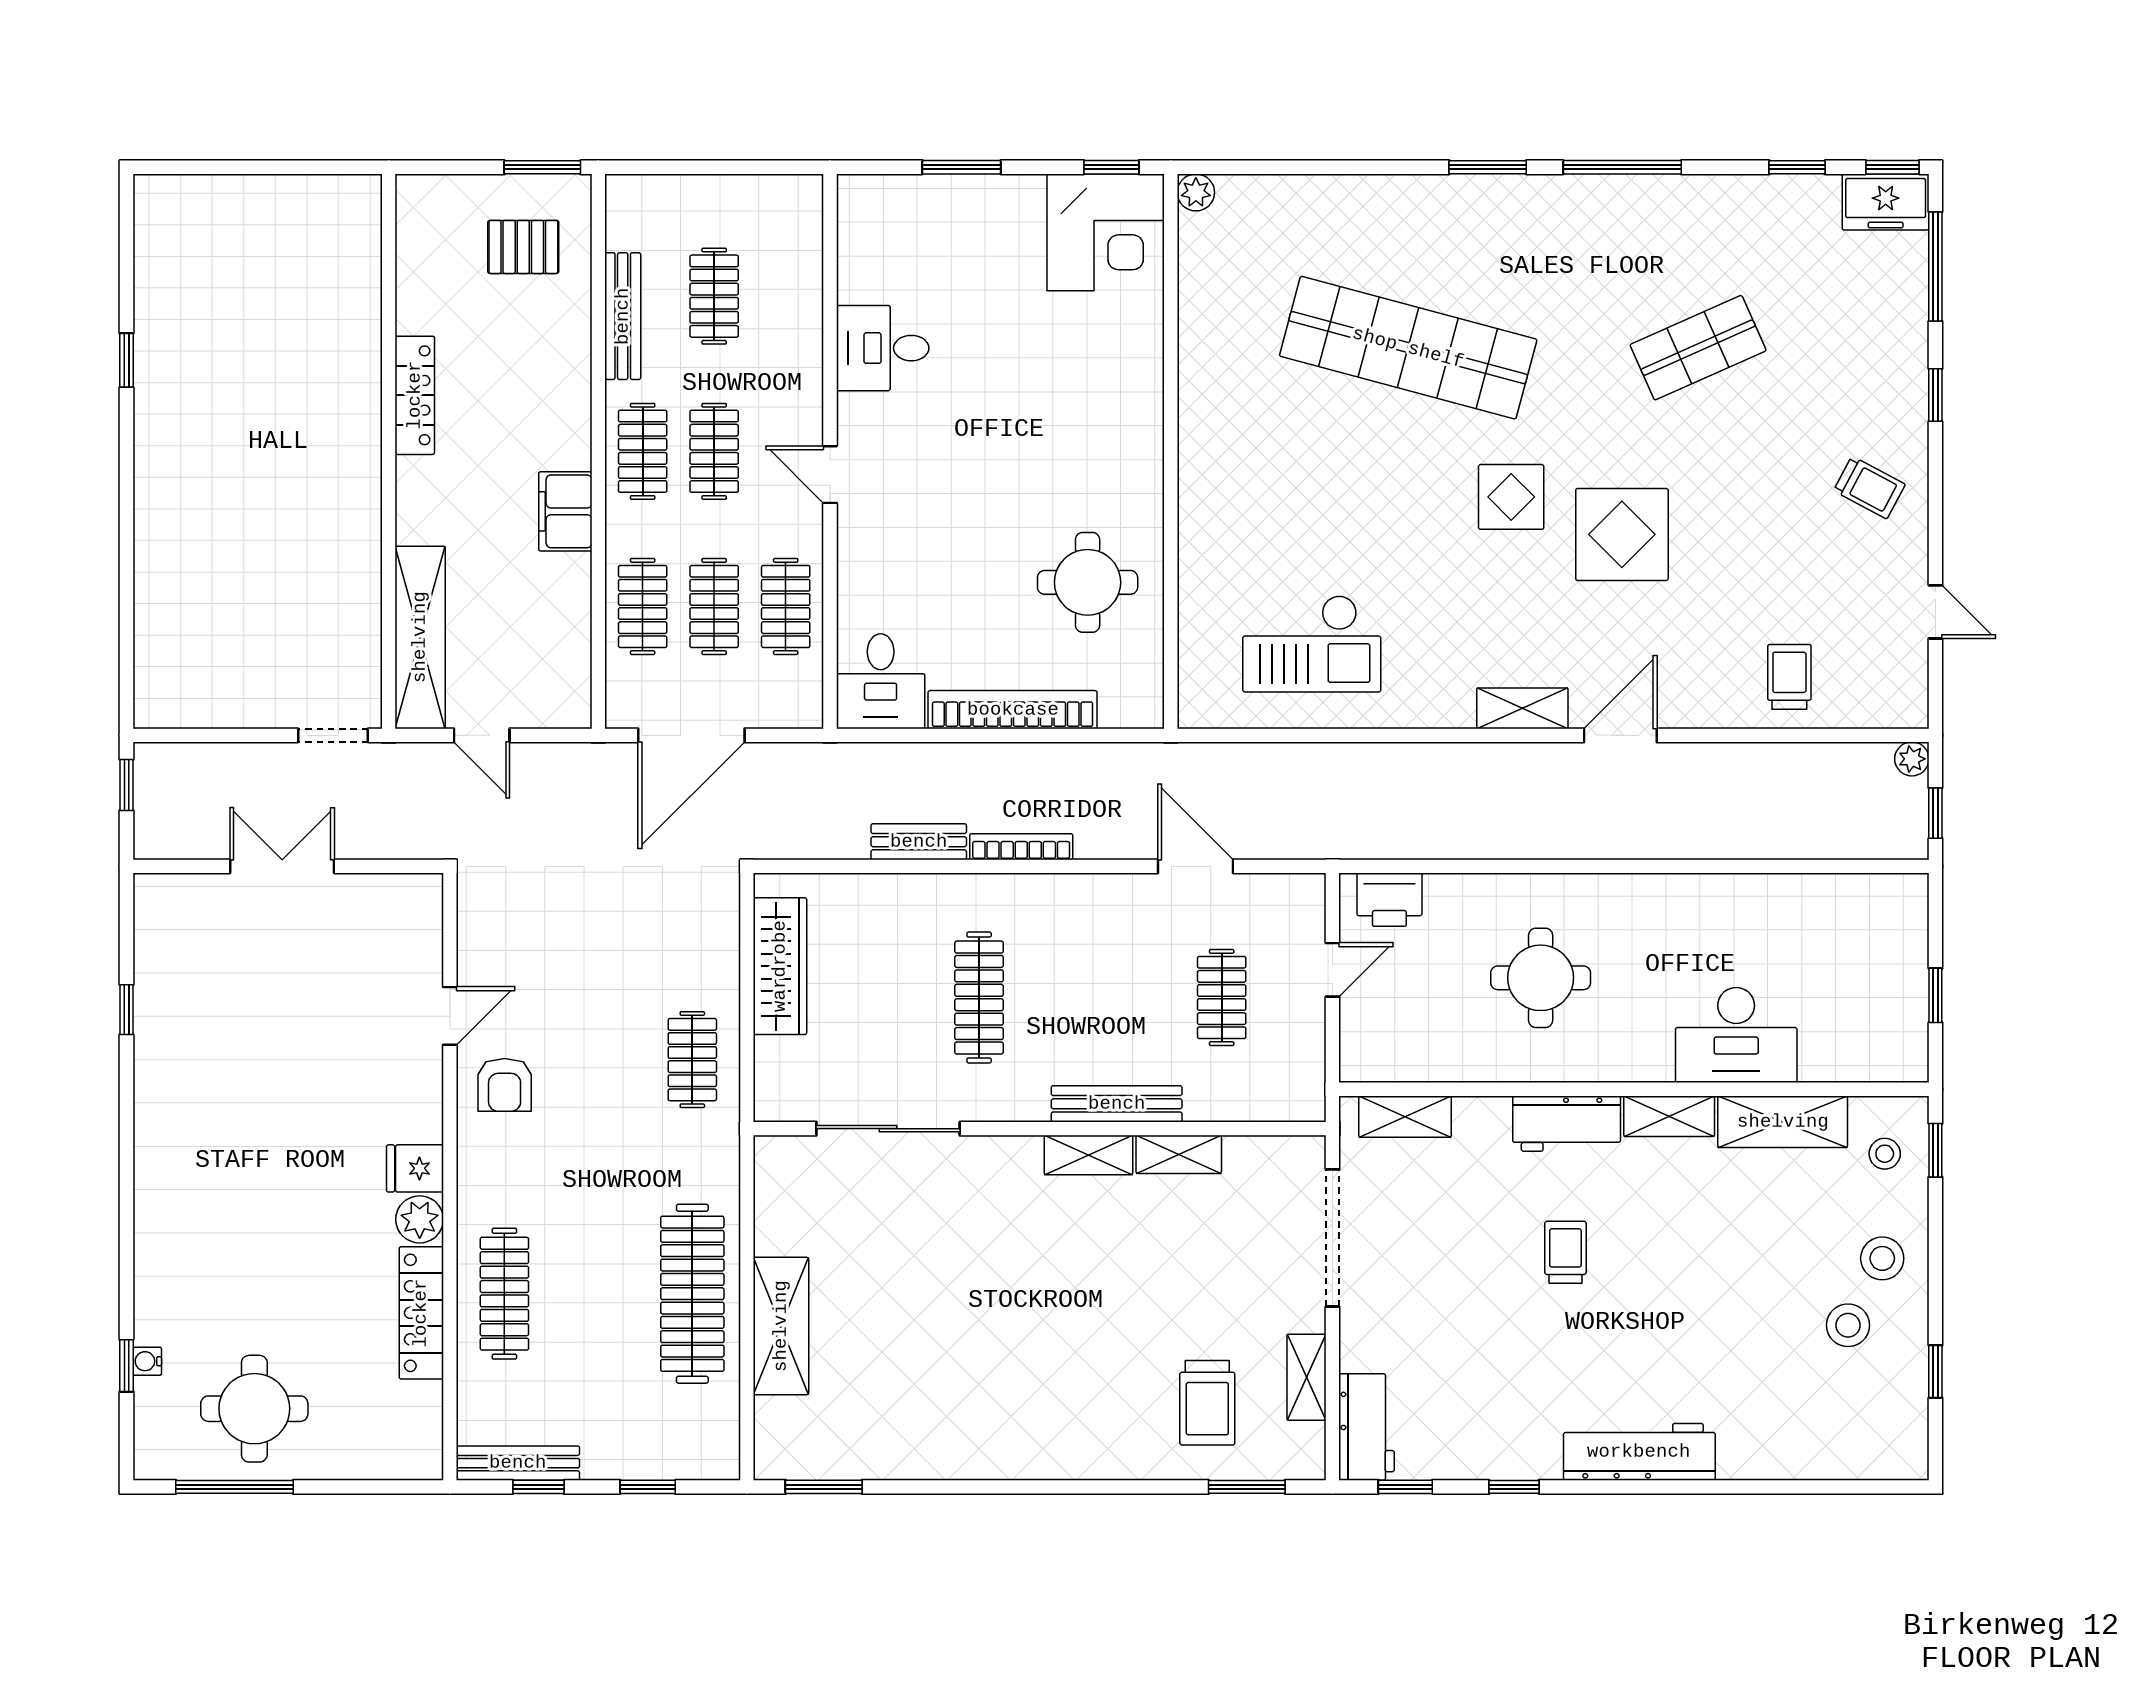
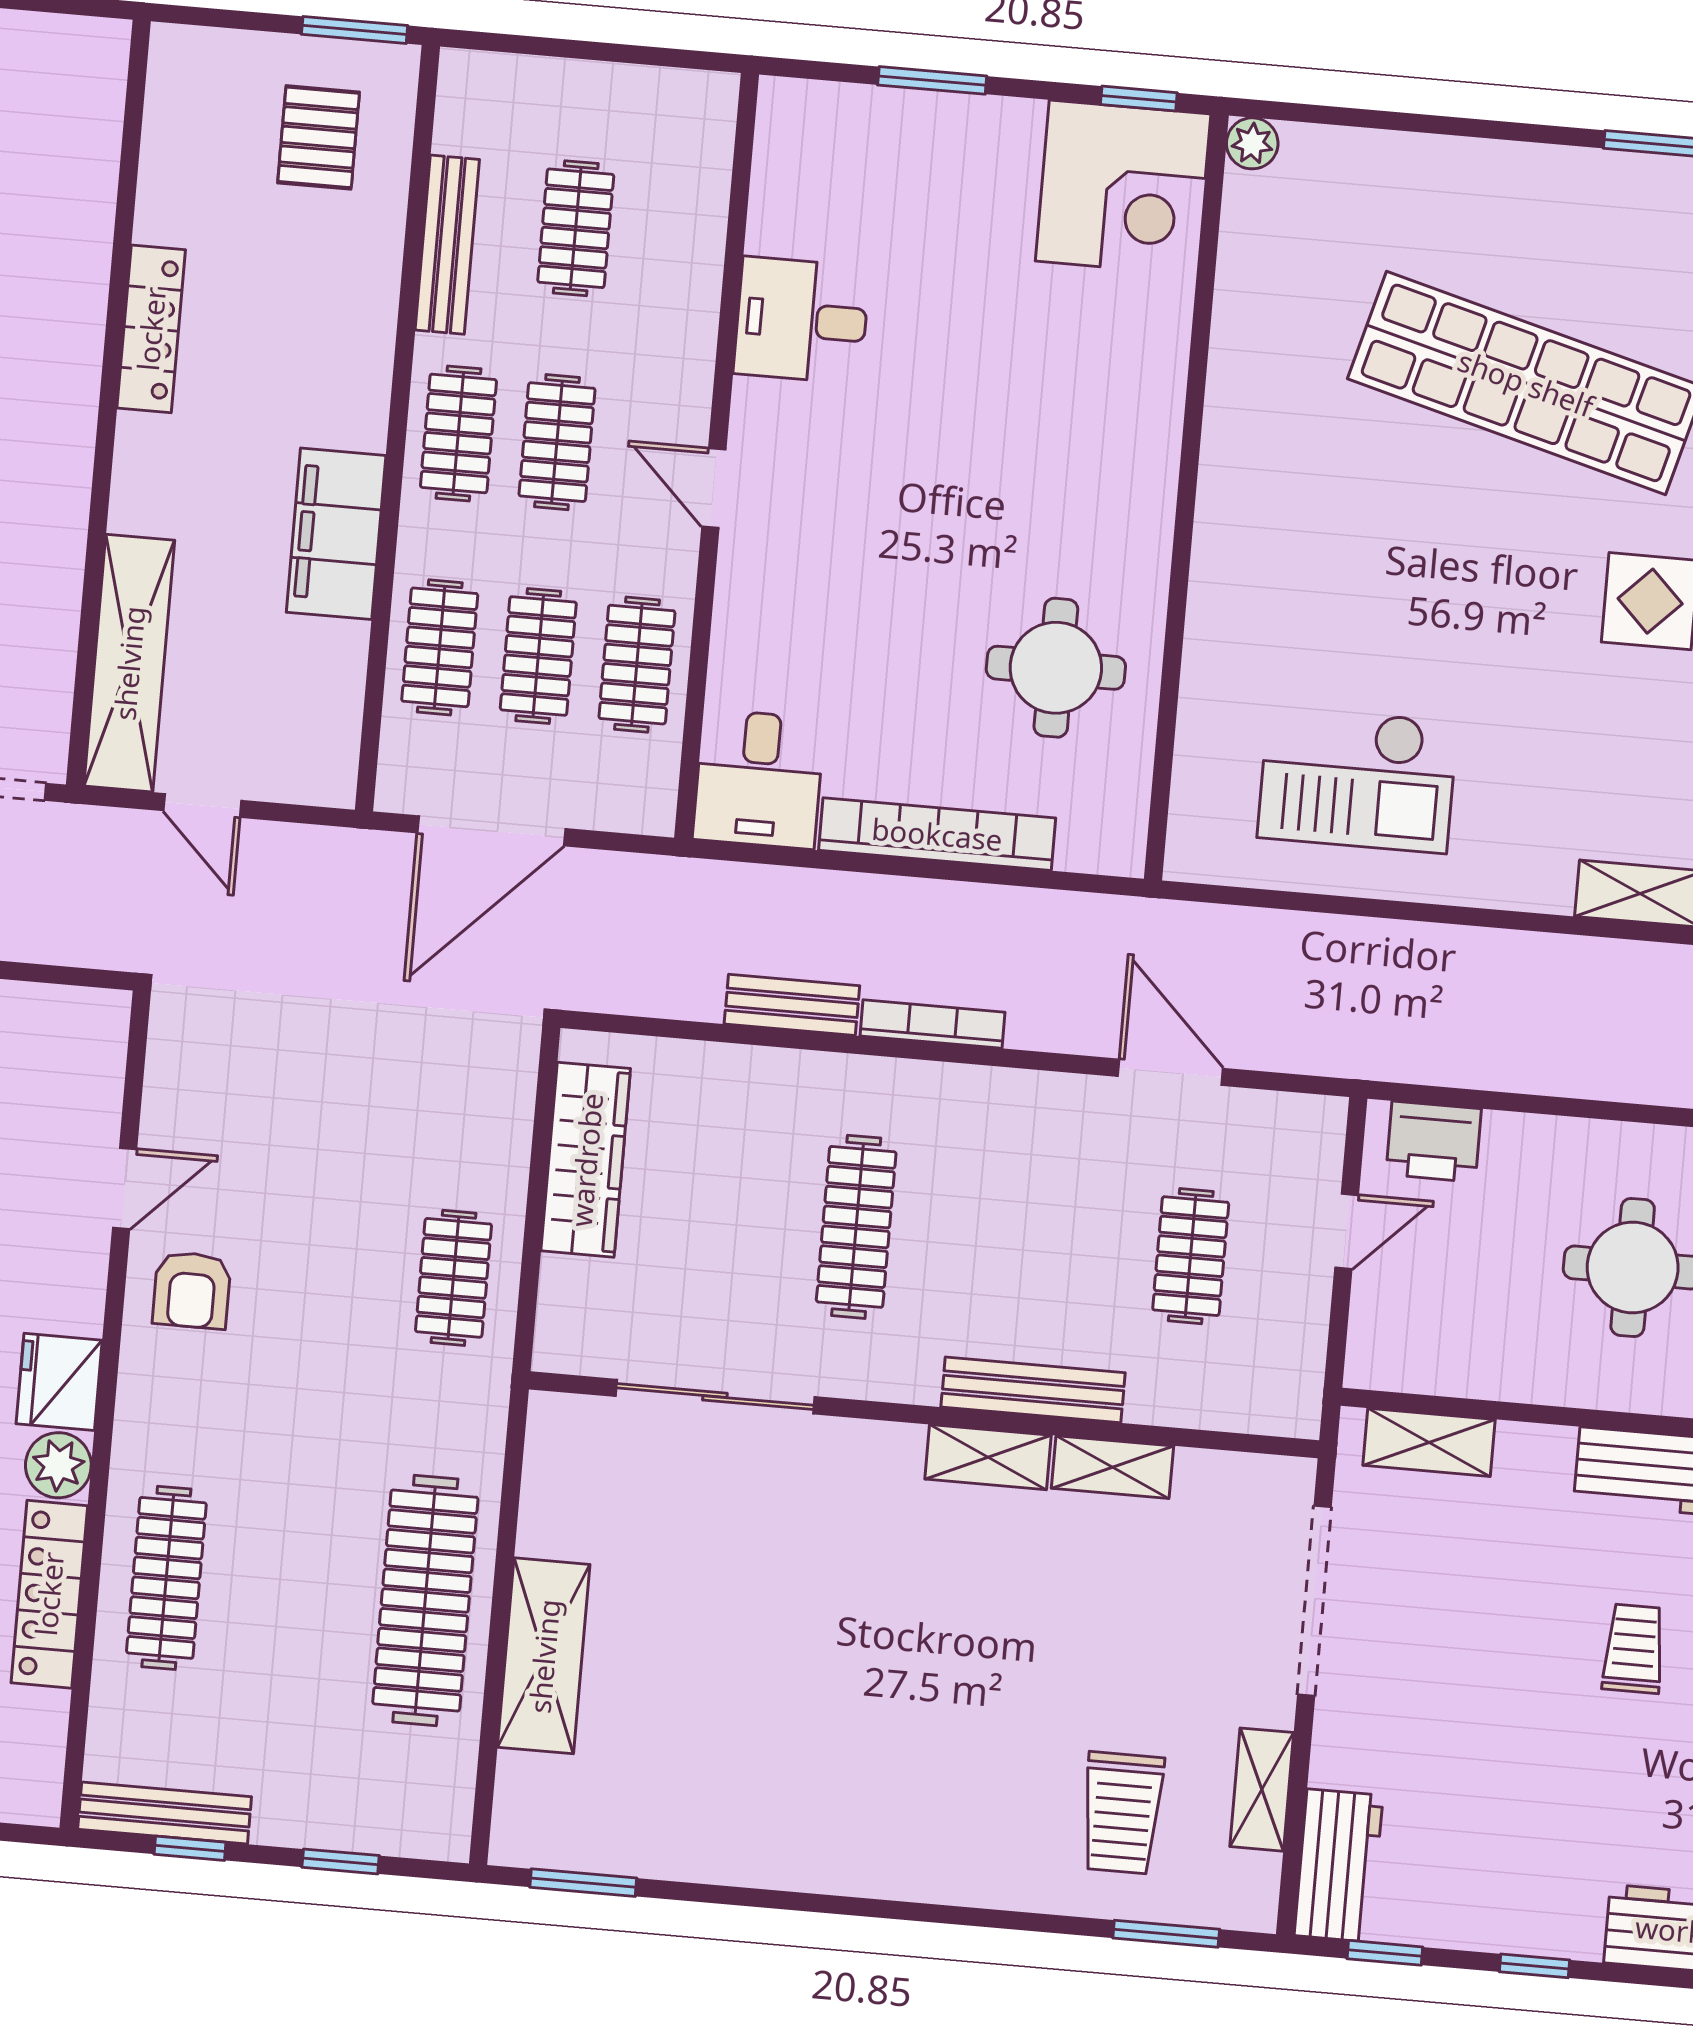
pallet: (523, 247) -> (319, 137), turned 90
filing cabinet: (565, 511) -> (336, 534), width x1.50, depth x1.17
fridge: (415, 1168) -> (59, 1382), width x1.38

